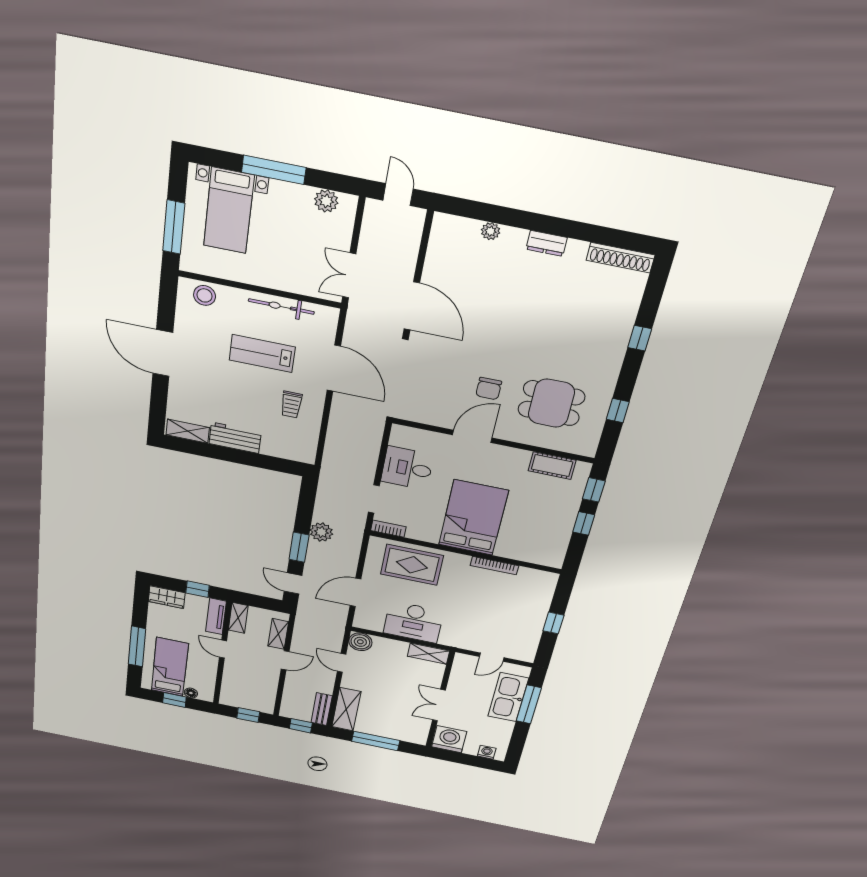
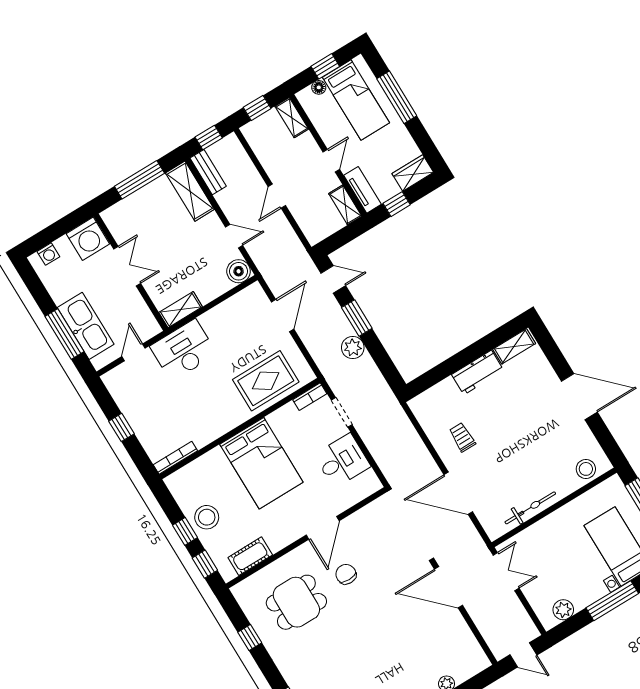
lab bench: (262, 353) -> (514, 460), removed
stool: (556, 519) -> (207, 517), added
bookcase: (494, 566) -> (175, 458), moved
desk: (413, 622) -> (183, 350), moved
shelving: (278, 634) -> (292, 118), moved
door: (223, 649) -> (331, 161), hinge flipped

